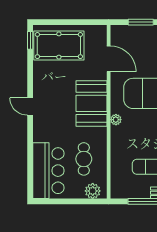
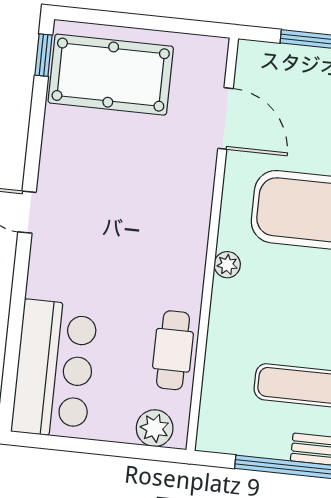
booth: (92, 103) -> (174, 220), removed
cafe table: (84, 159) -> (173, 350), moved

